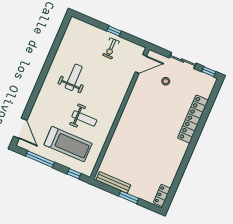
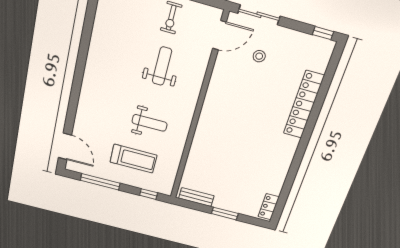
sliding door: (183, 60) -> (259, 15), moved
weight bench: (74, 77) -> (162, 66), moved
treadmill: (68, 144) -> (134, 159), width x0.73, depth x0.73
bench: (113, 182) -> (196, 197), width x0.73

